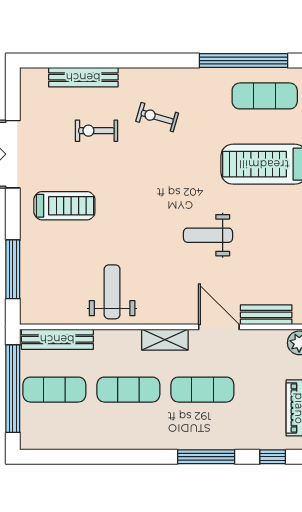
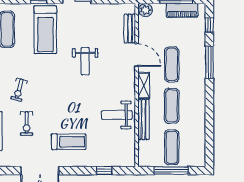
treadmill: (64, 206) -> (69, 142), turned 90
window: (13, 269) -> (104, 171), width x0.46
door: (219, 327) -> (137, 55), swing flipped
bench: (57, 339) -> (144, 120), moved
window: (13, 389) -> (171, 171), width x0.68

